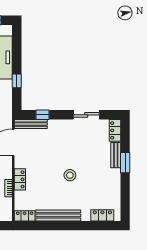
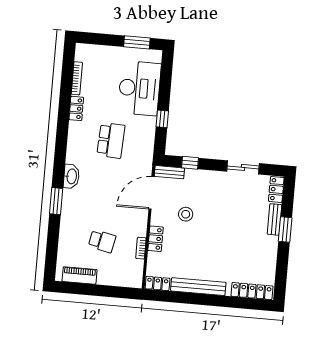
bench: (31, 124) -> (169, 172), width x0.73
stool: (70, 175) -> (186, 214), moved
locker: (102, 215) -> (252, 291), width x1.53

